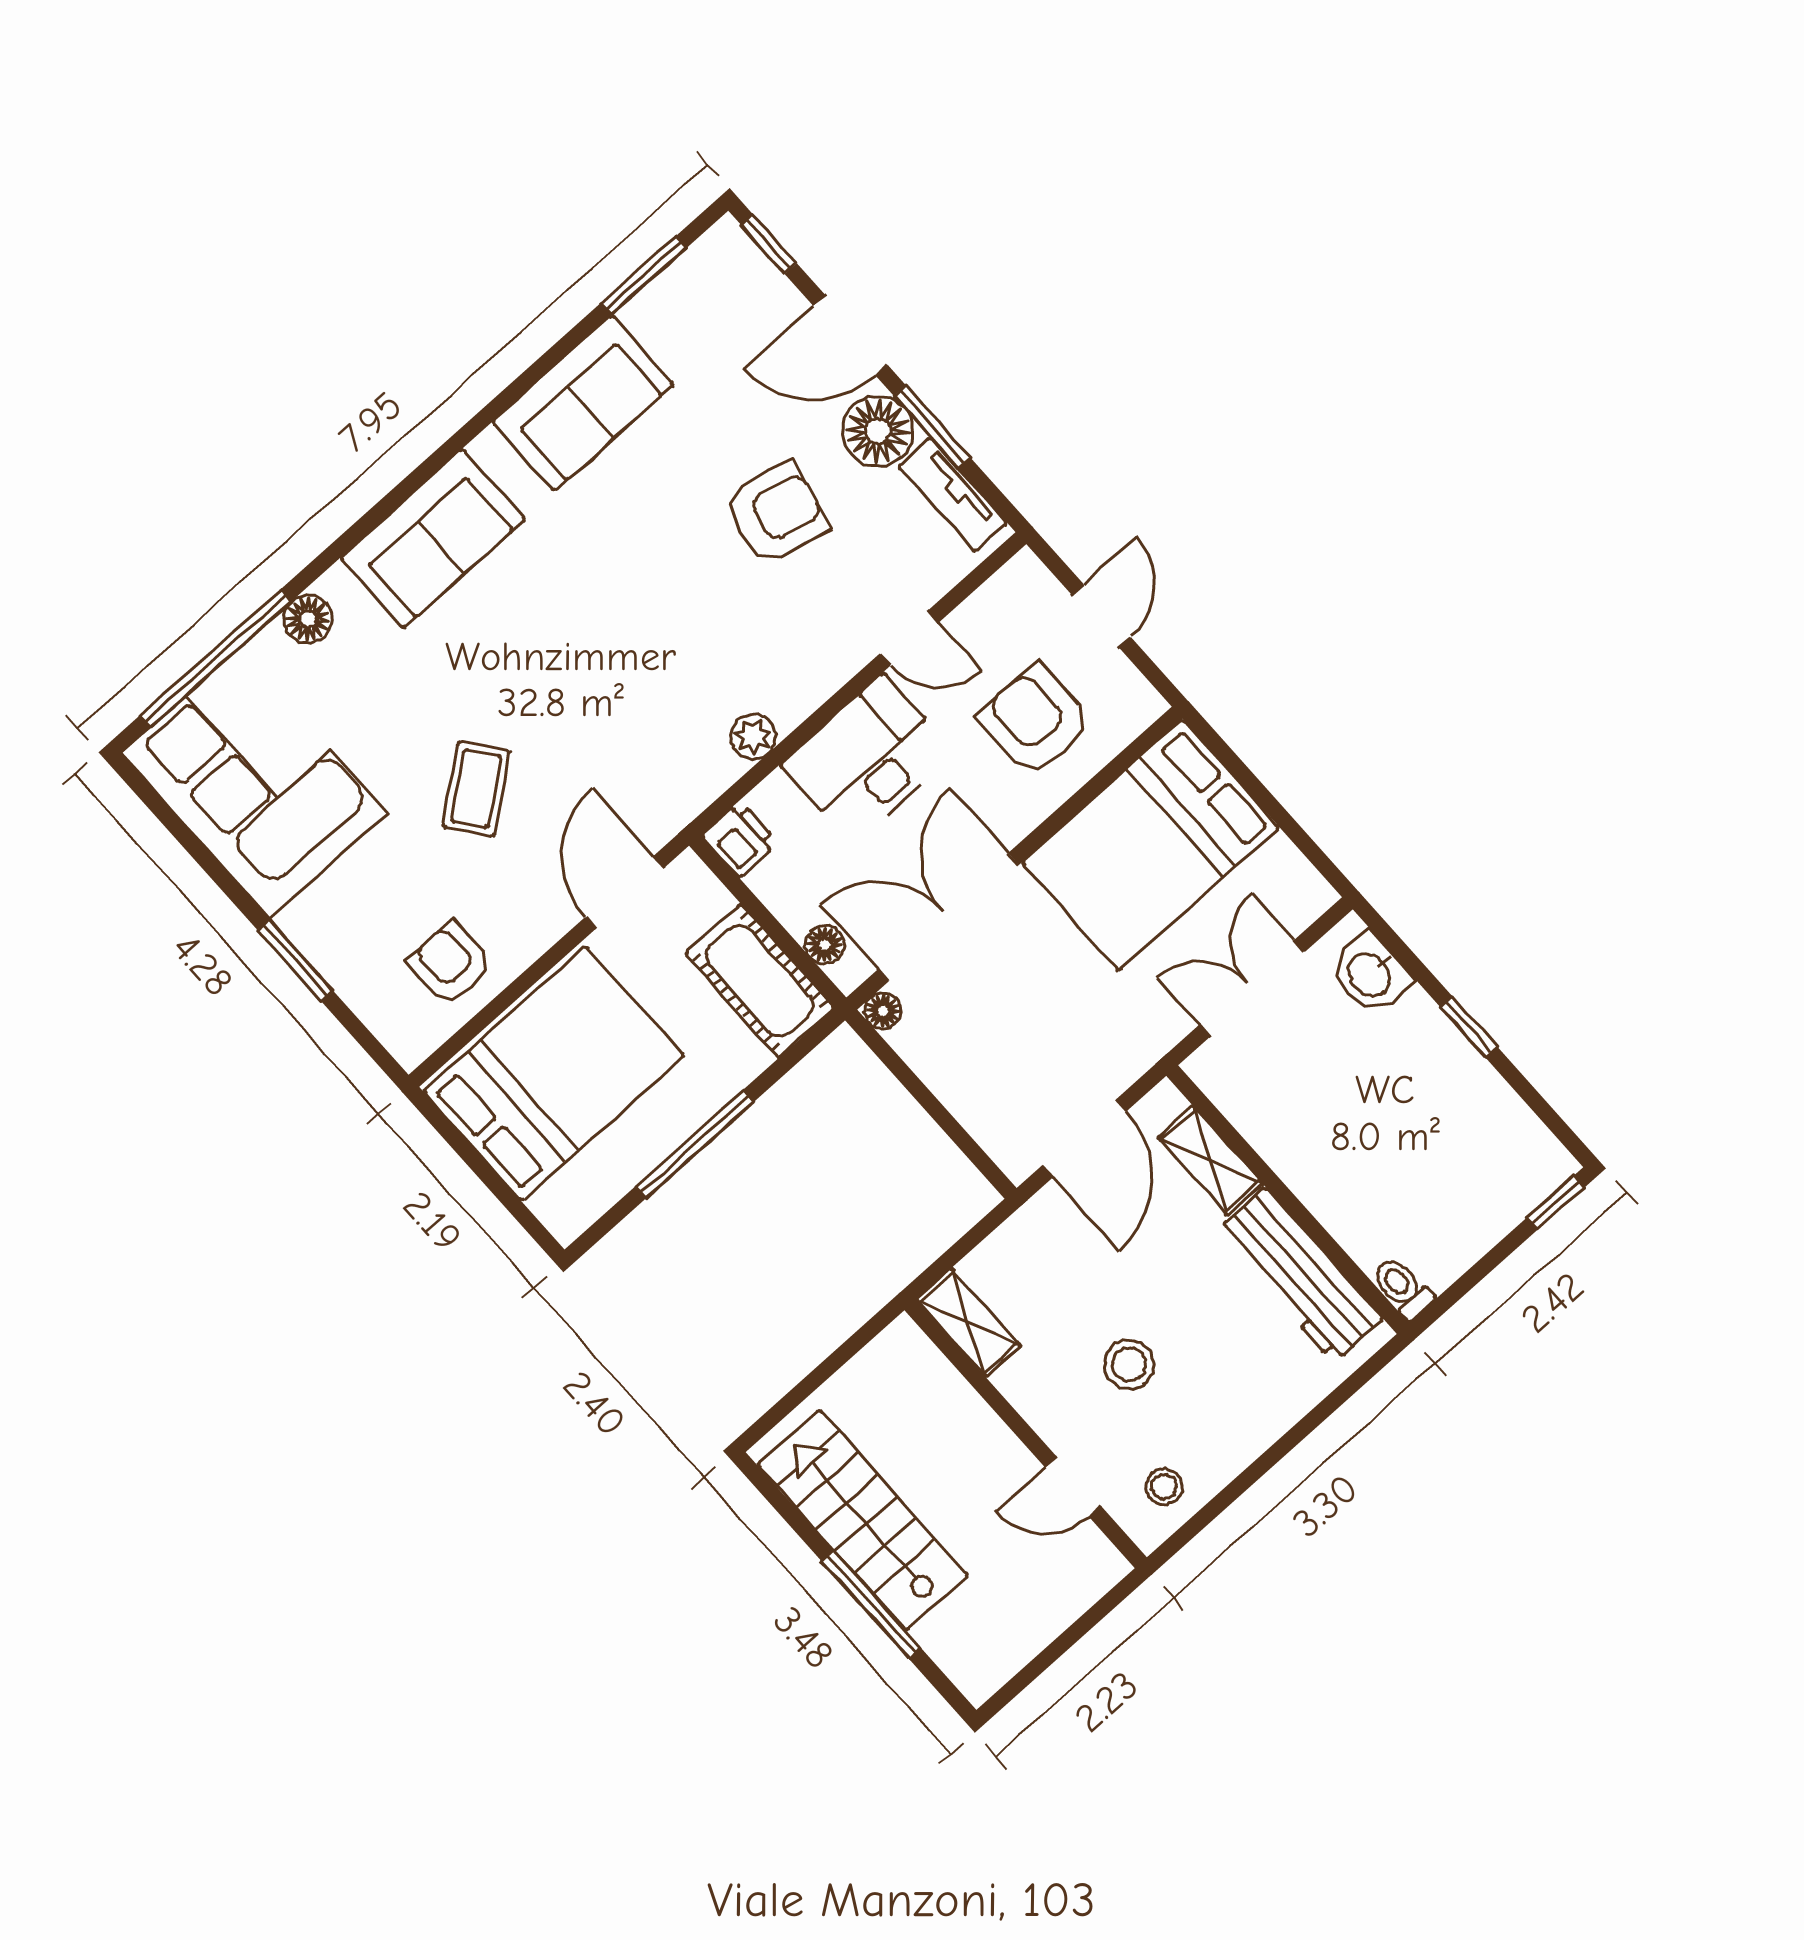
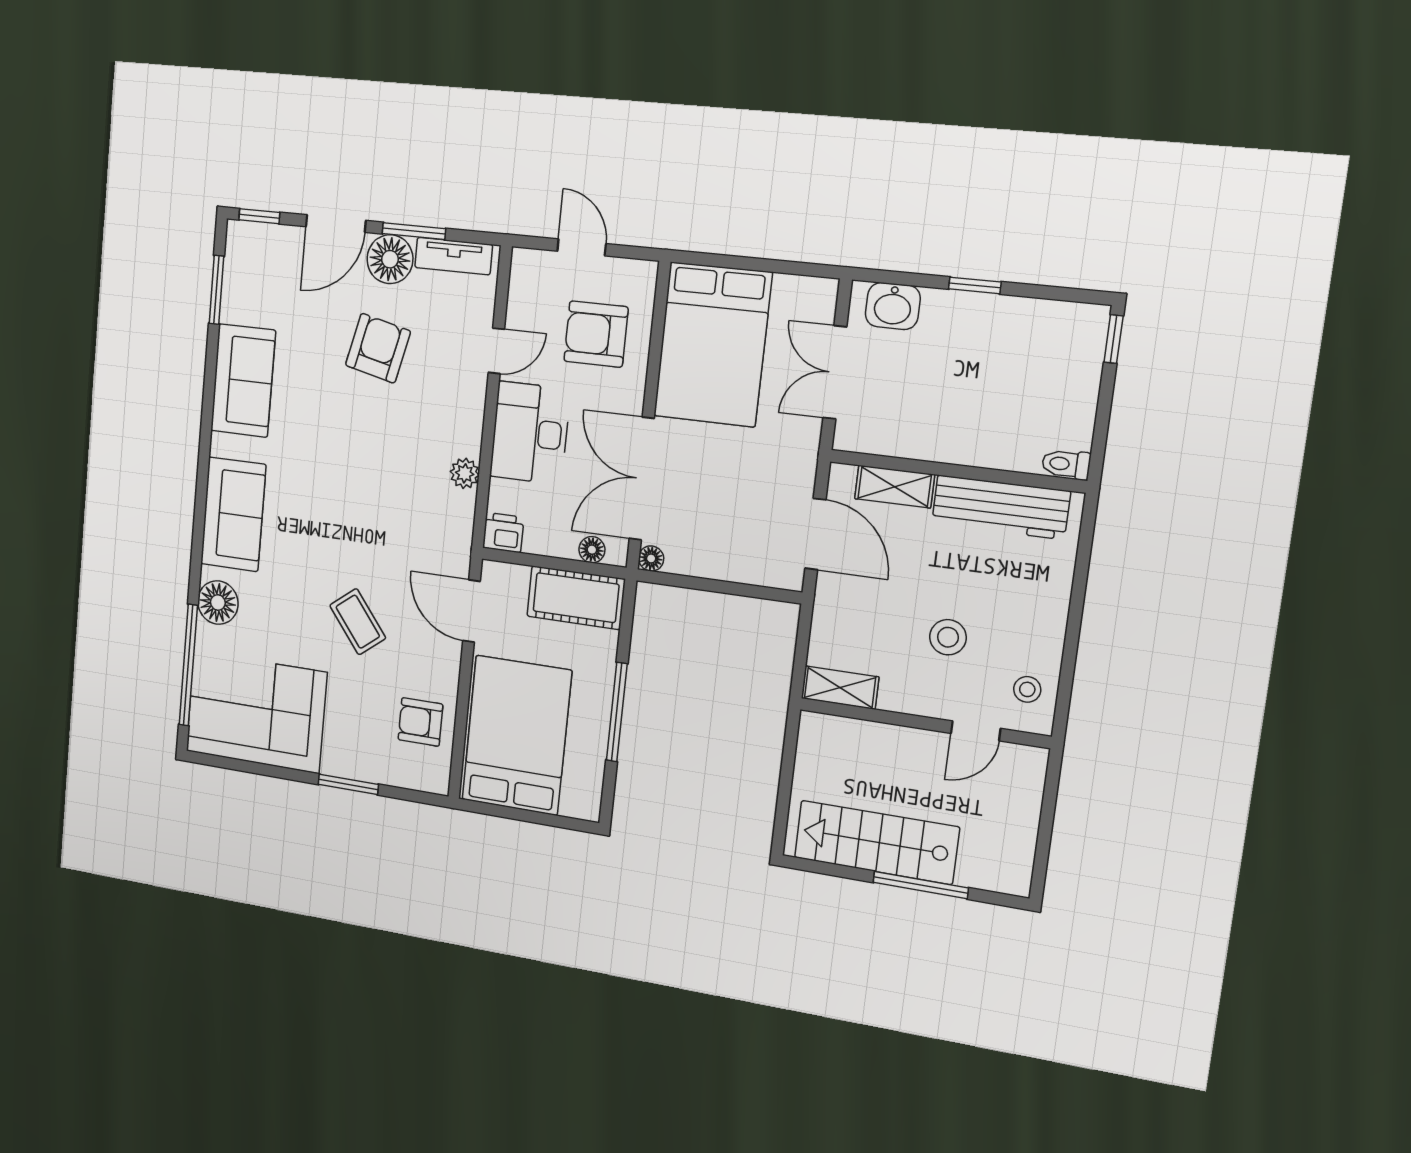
floor lamp: (308, 619) -> (218, 603), width x1.38, depth x1.38

